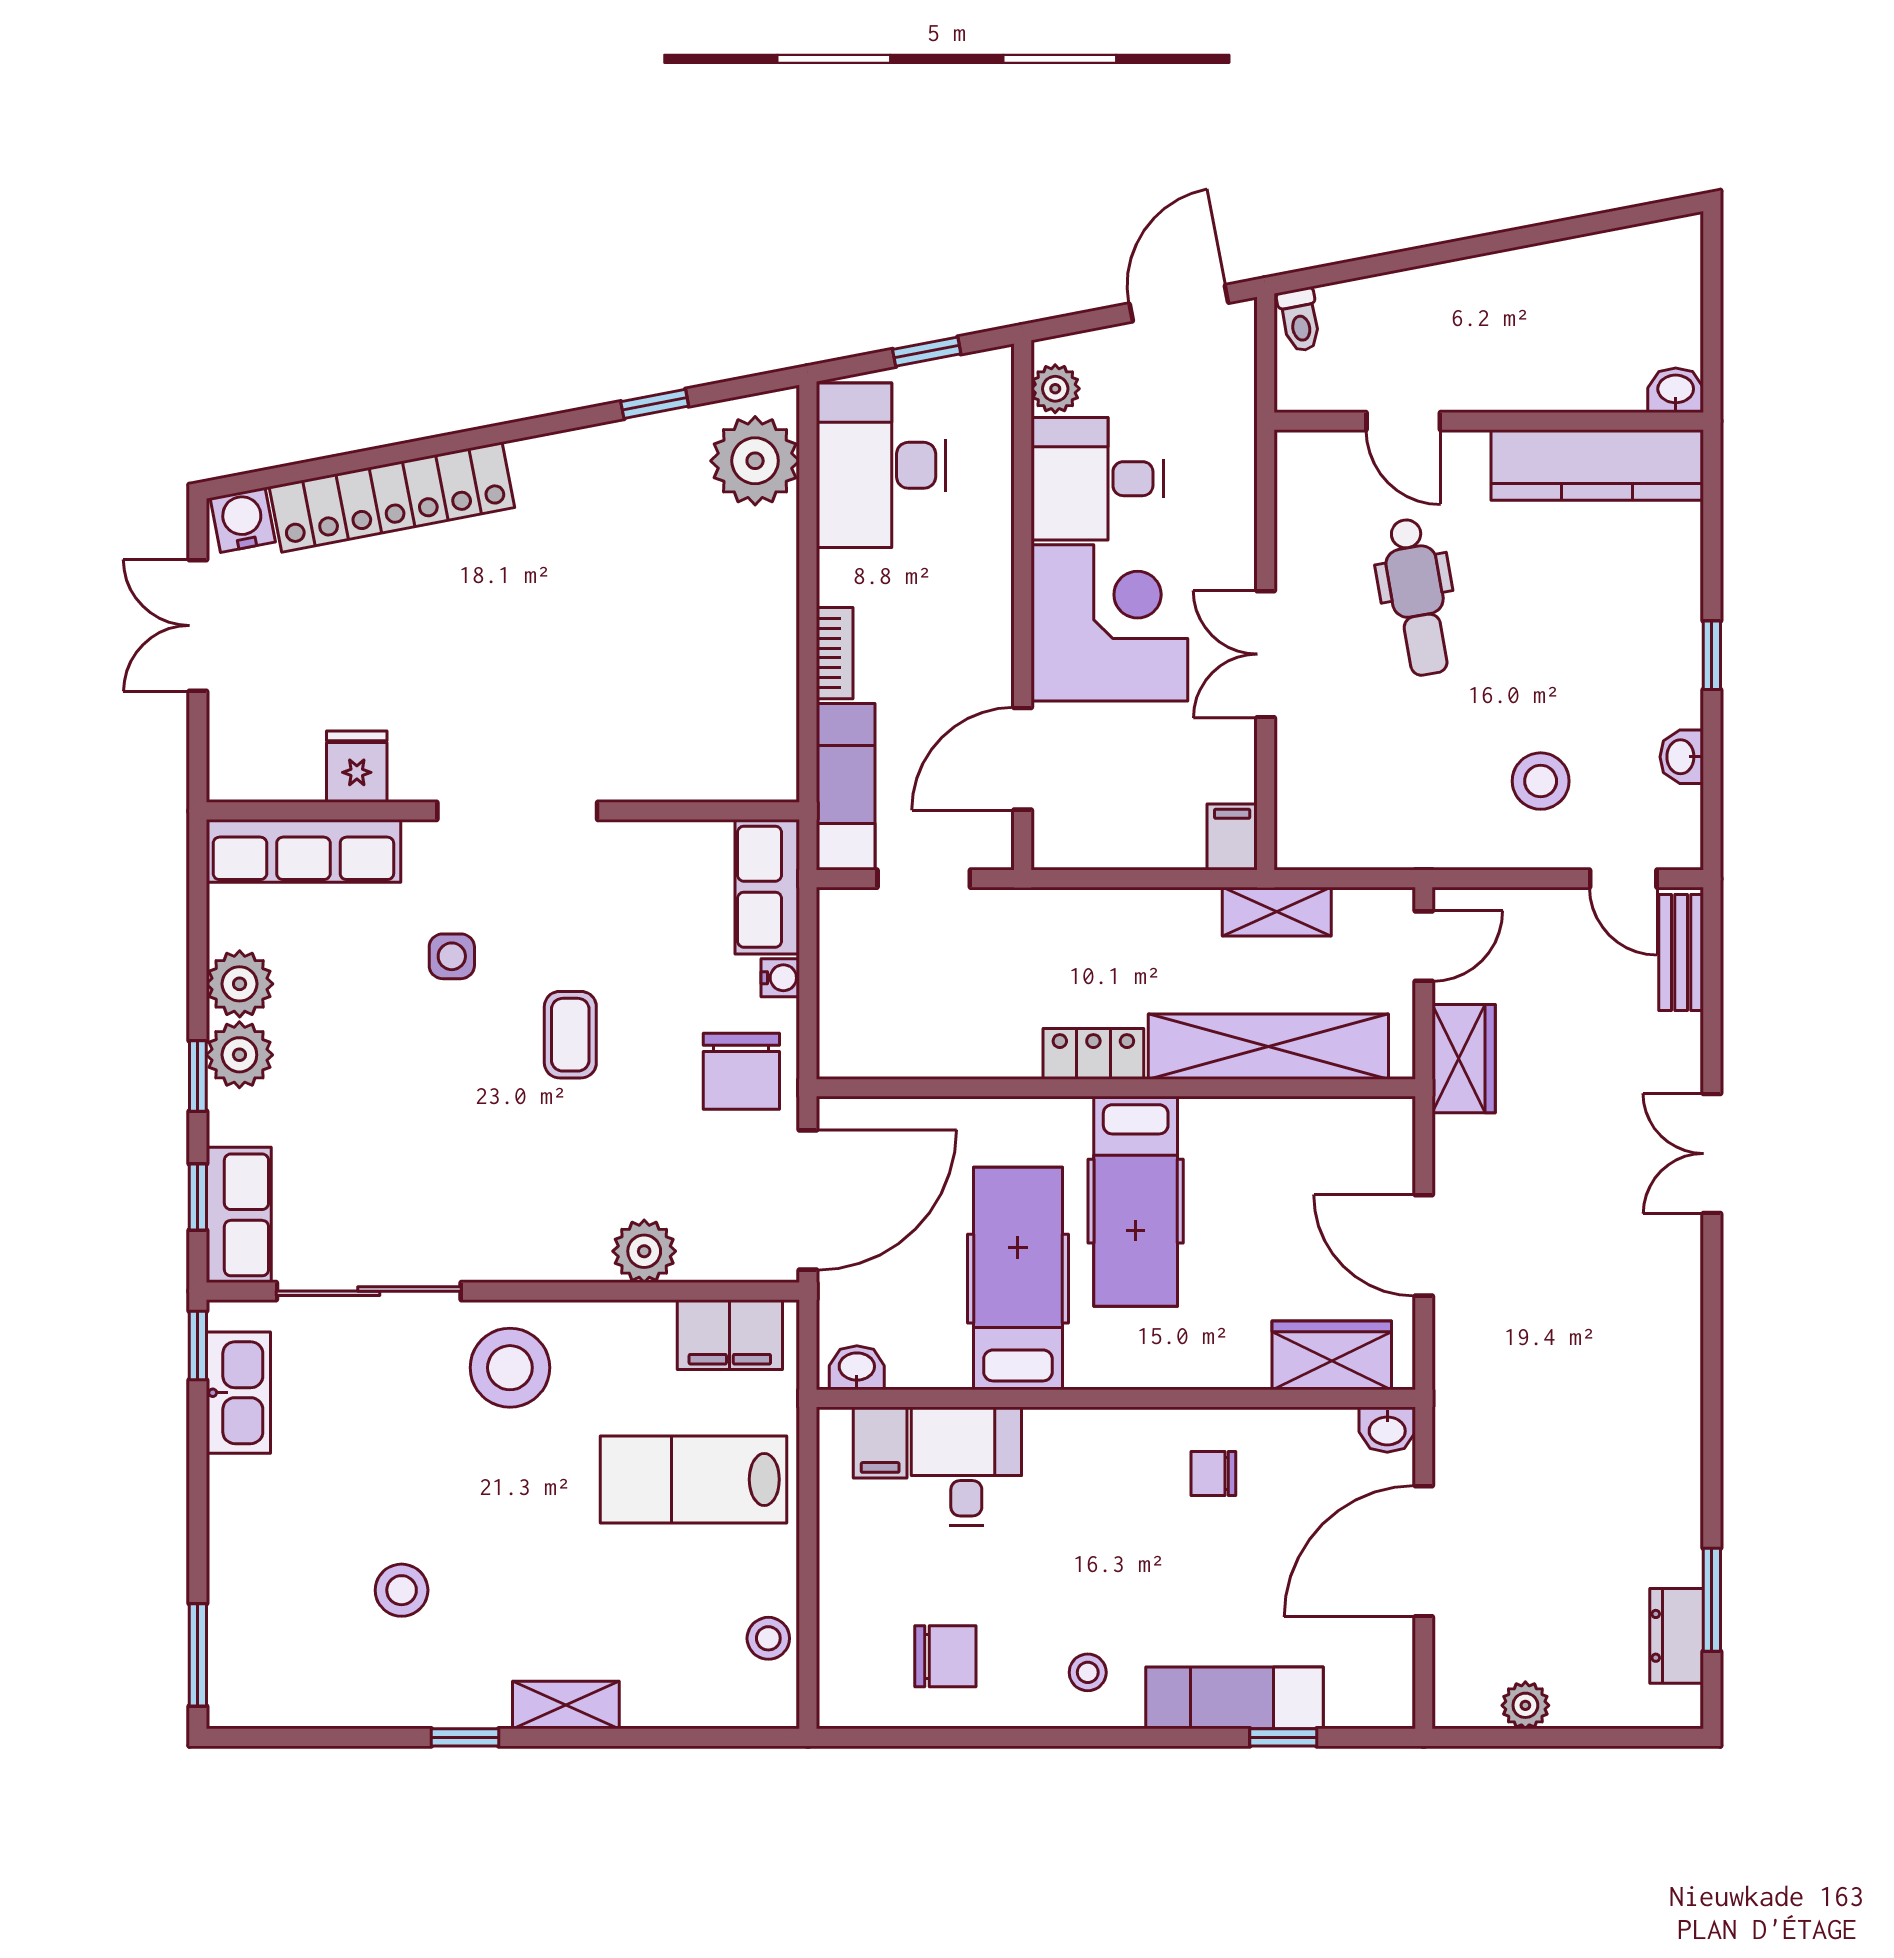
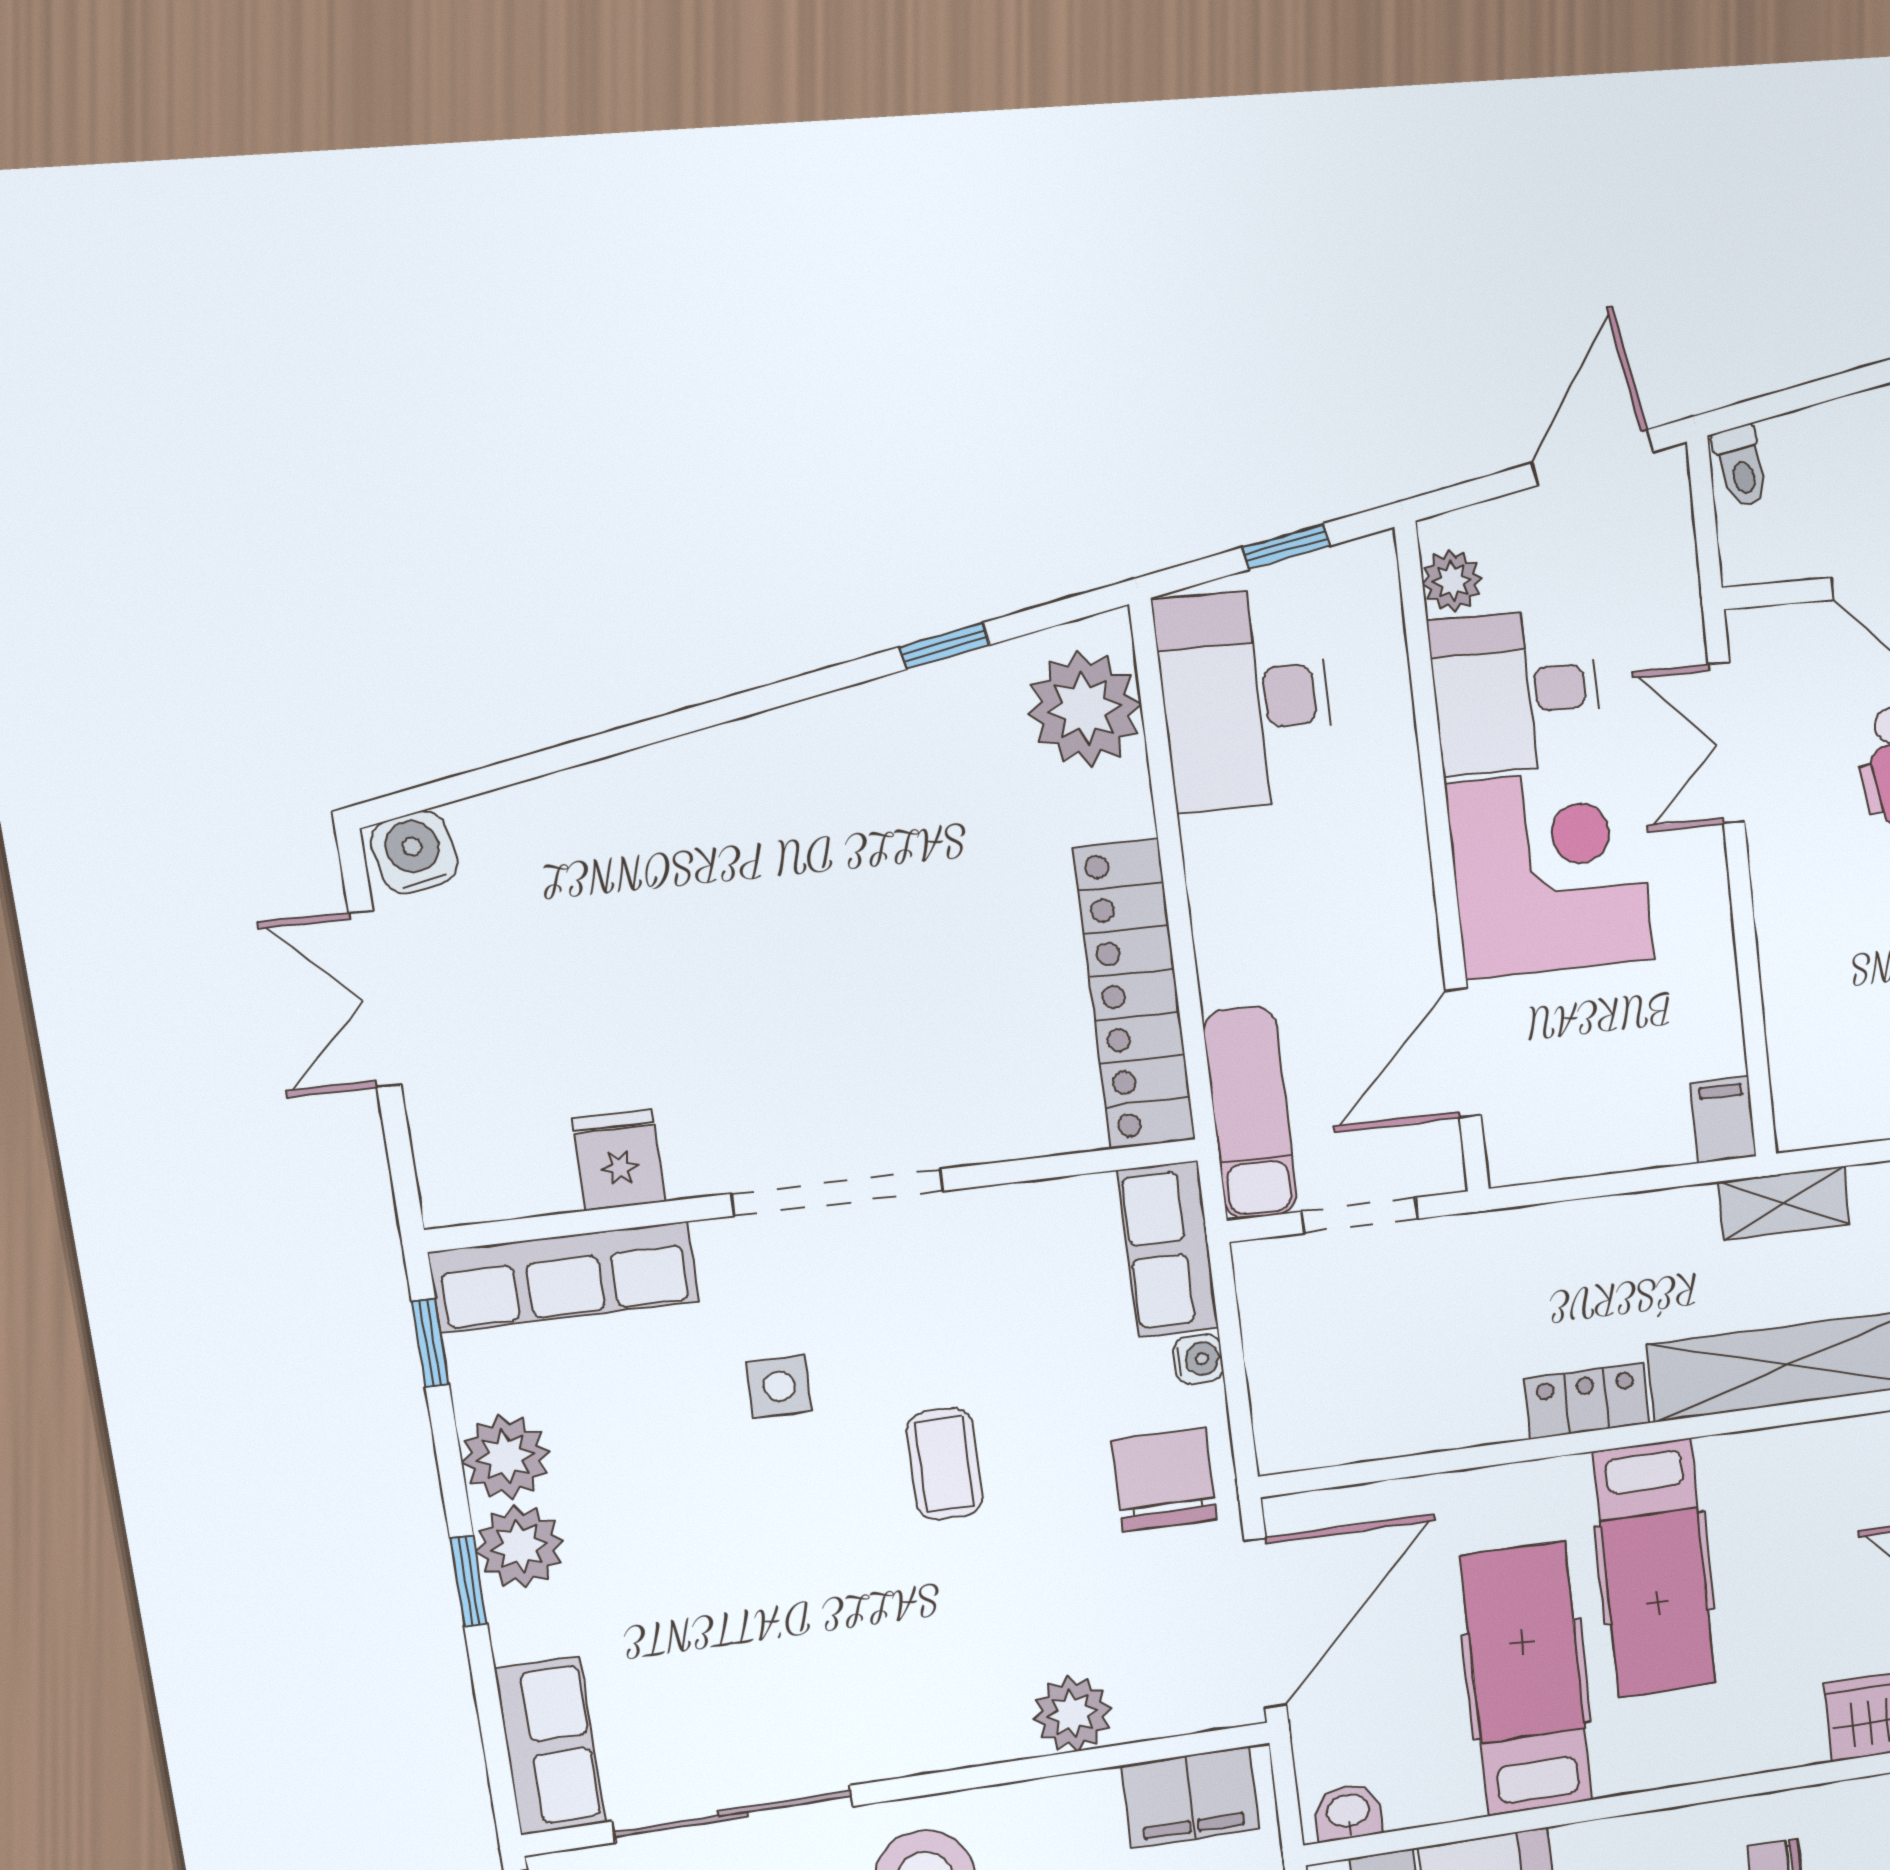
locker: (392, 497) -> (1135, 995), moved, turned 101
bookcase: (835, 653) -> (1216, 946), removed
double door: (1266, 654) -> (1726, 744), moved
chair: (741, 1071) -> (1164, 1480), turned 180
window: (198, 1197) -> (430, 1343), moved

